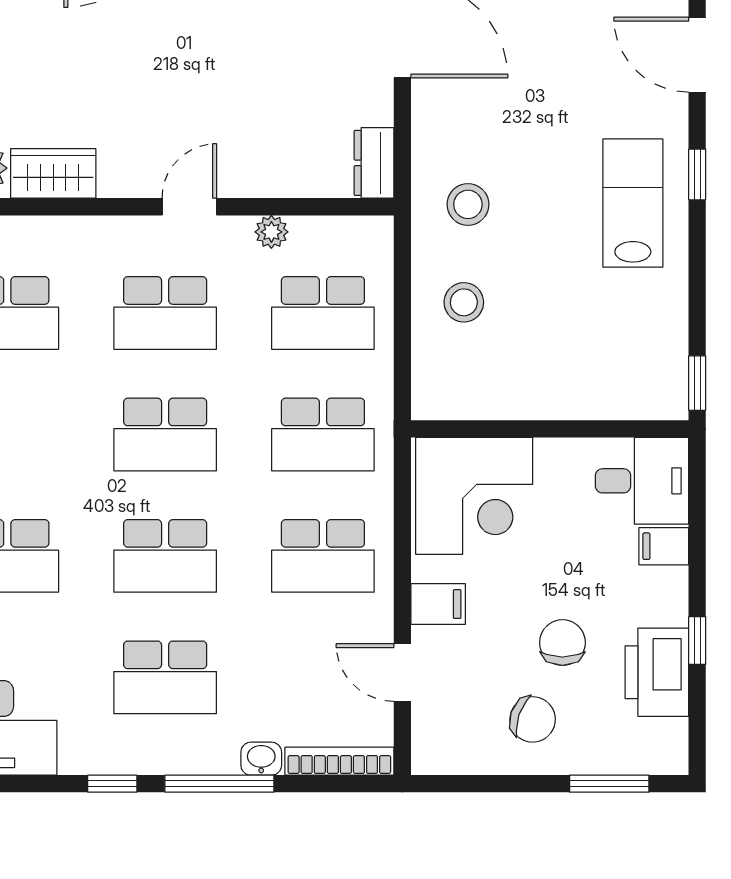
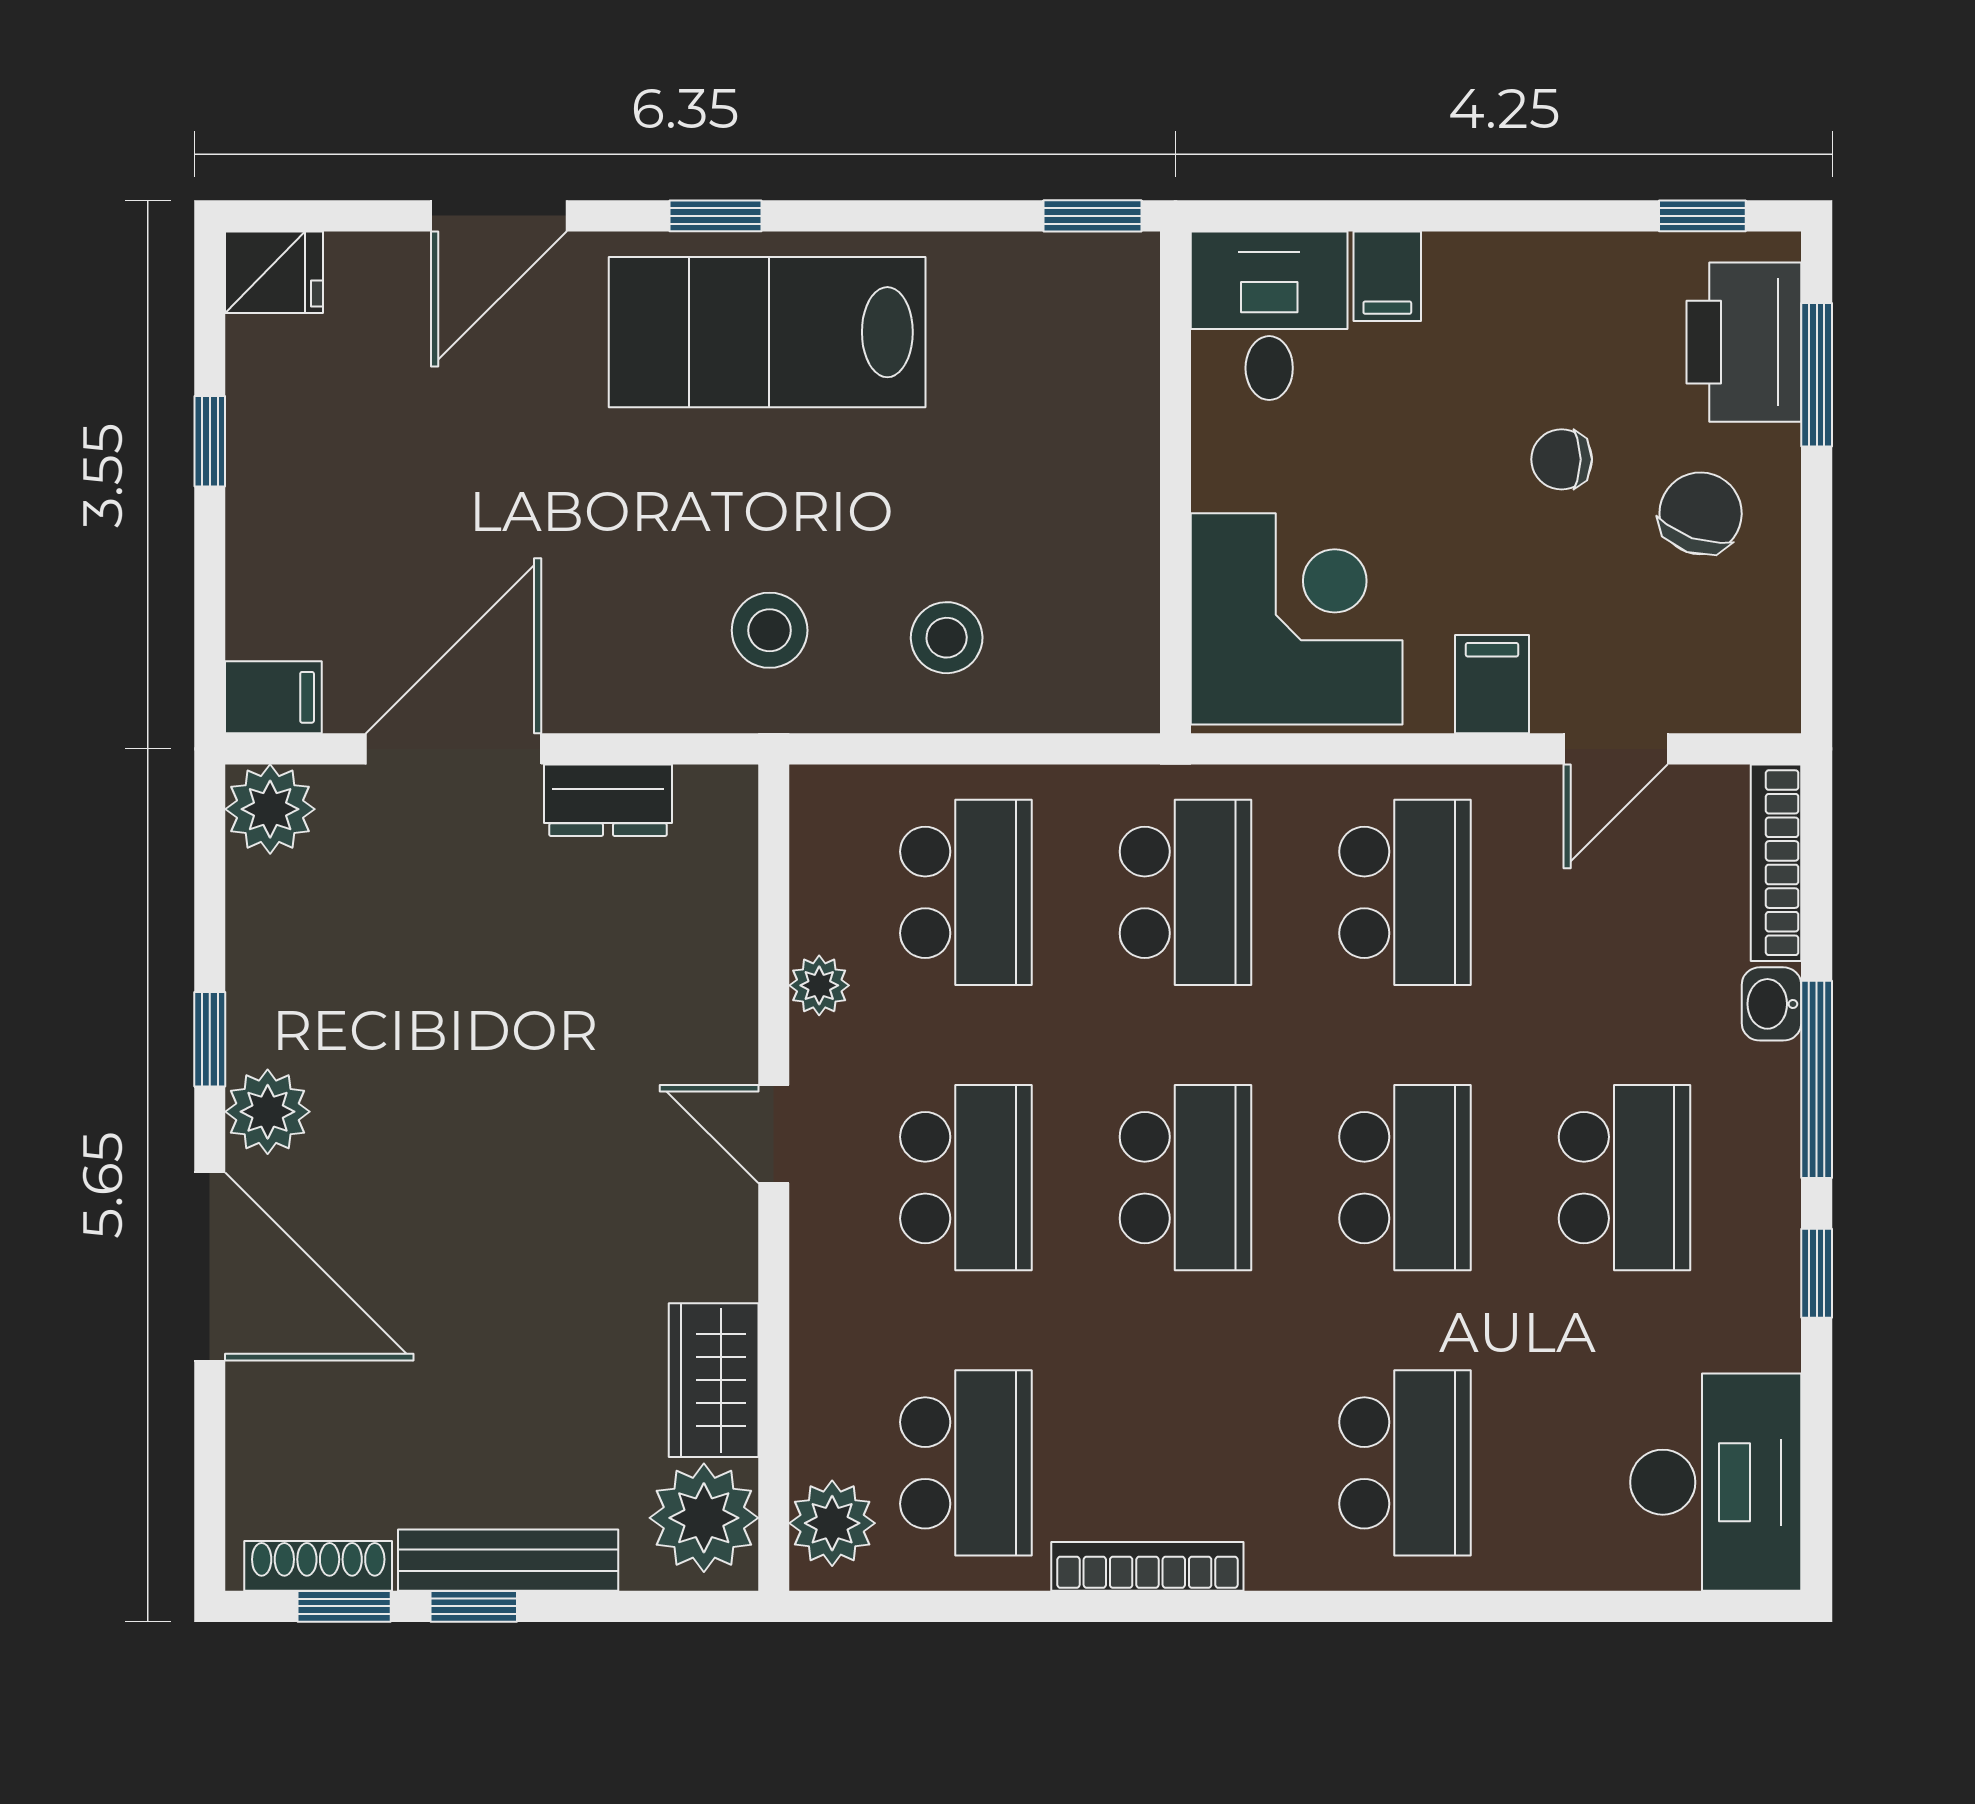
dresser: (374, 163) -> (608, 800), moved
lab bench: (633, 203) -> (767, 332), width x1.36, depth x1.39
window: (697, 641) -> (1702, 216), moved
chair: (562, 643) -> (1562, 459), width x0.73, depth x0.73
printer: (657, 672) -> (1744, 342), moved, turned 90

